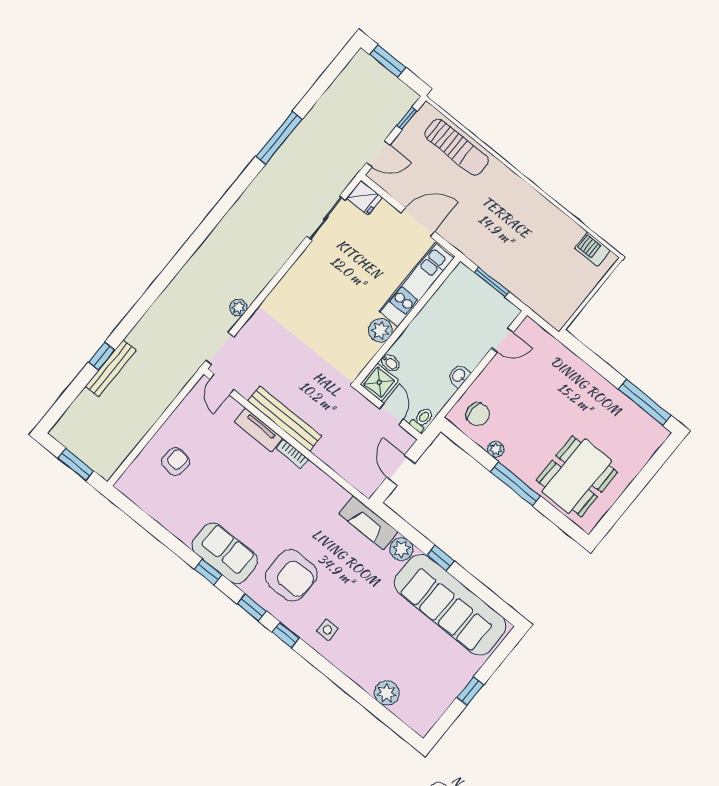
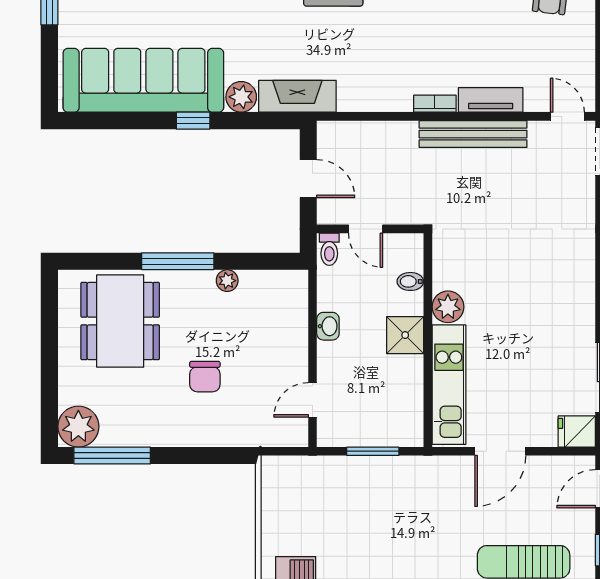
shower: (379, 382) -> (405, 335), moved
chair: (478, 414) -> (205, 377), moved, turned -90
plant: (651, 435) -> (78, 427), added

